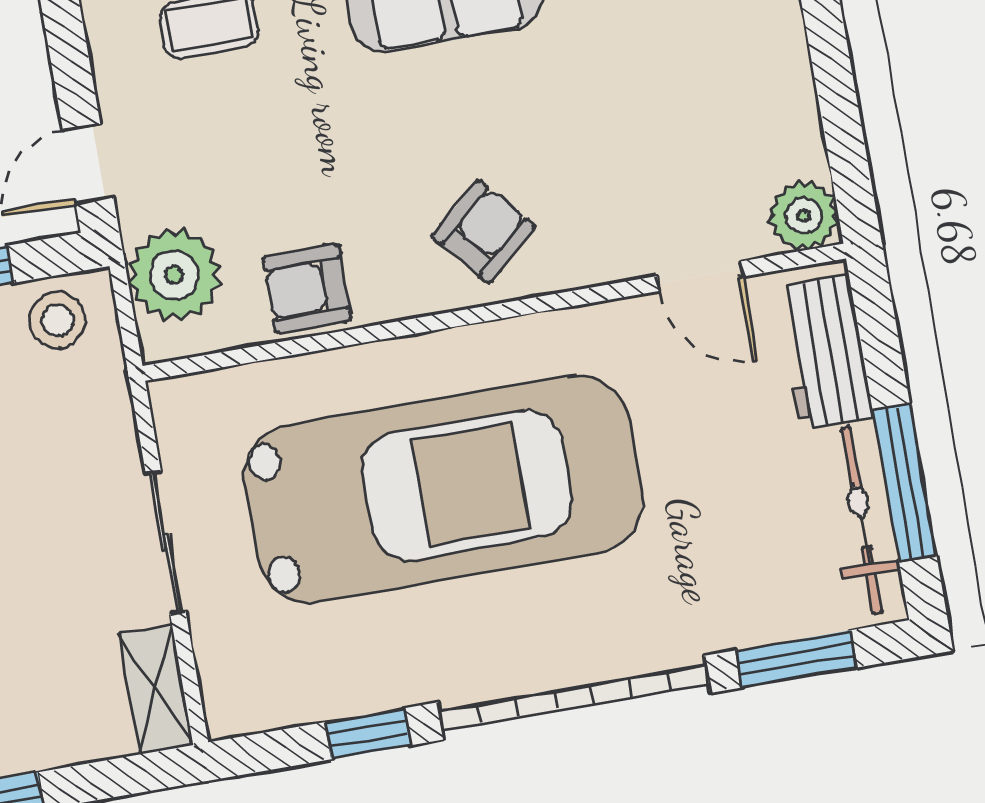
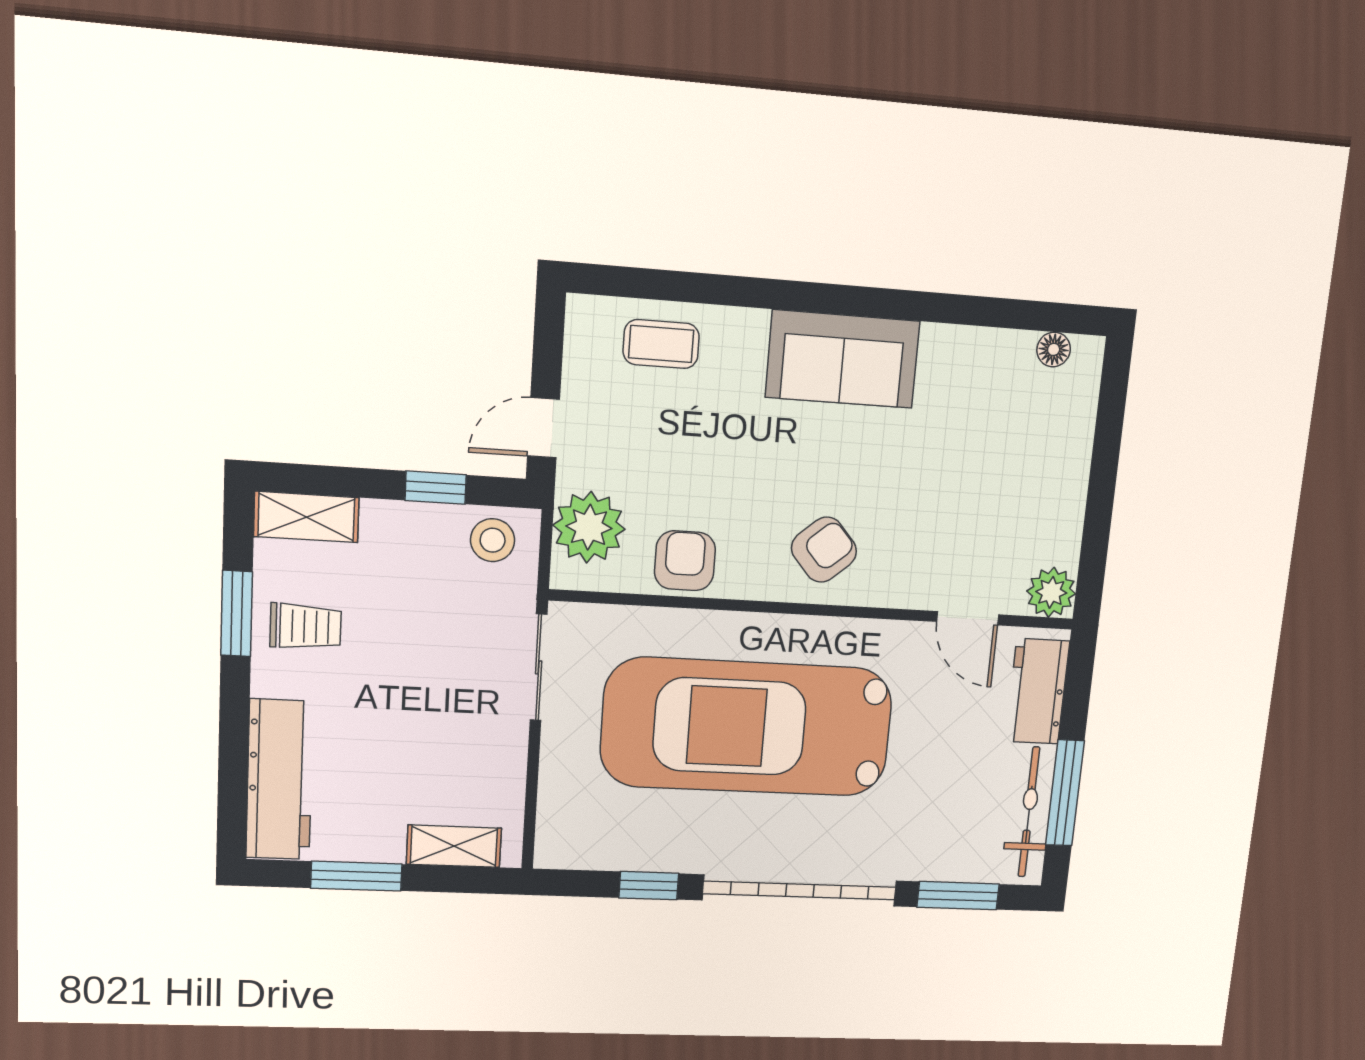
armchair: (307, 289) -> (685, 561), turned 90
car: (444, 489) -> (747, 727), turned 180
sliding door: (166, 542) -> (539, 667), moved
shelving: (156, 689) -> (454, 846), moved, turned 90

